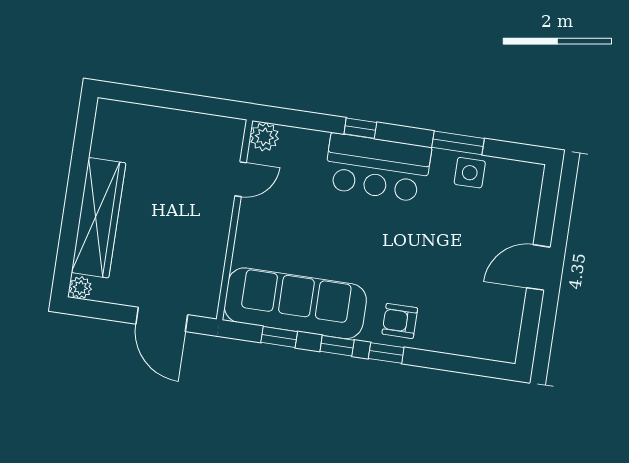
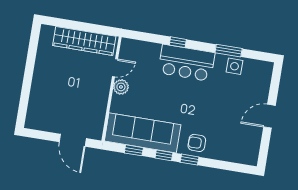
plant: (264, 137) -> (121, 87), moved
wardrobe: (98, 218) -> (84, 41), moved, turned 90
plant: (80, 288) -> (31, 123), removed

